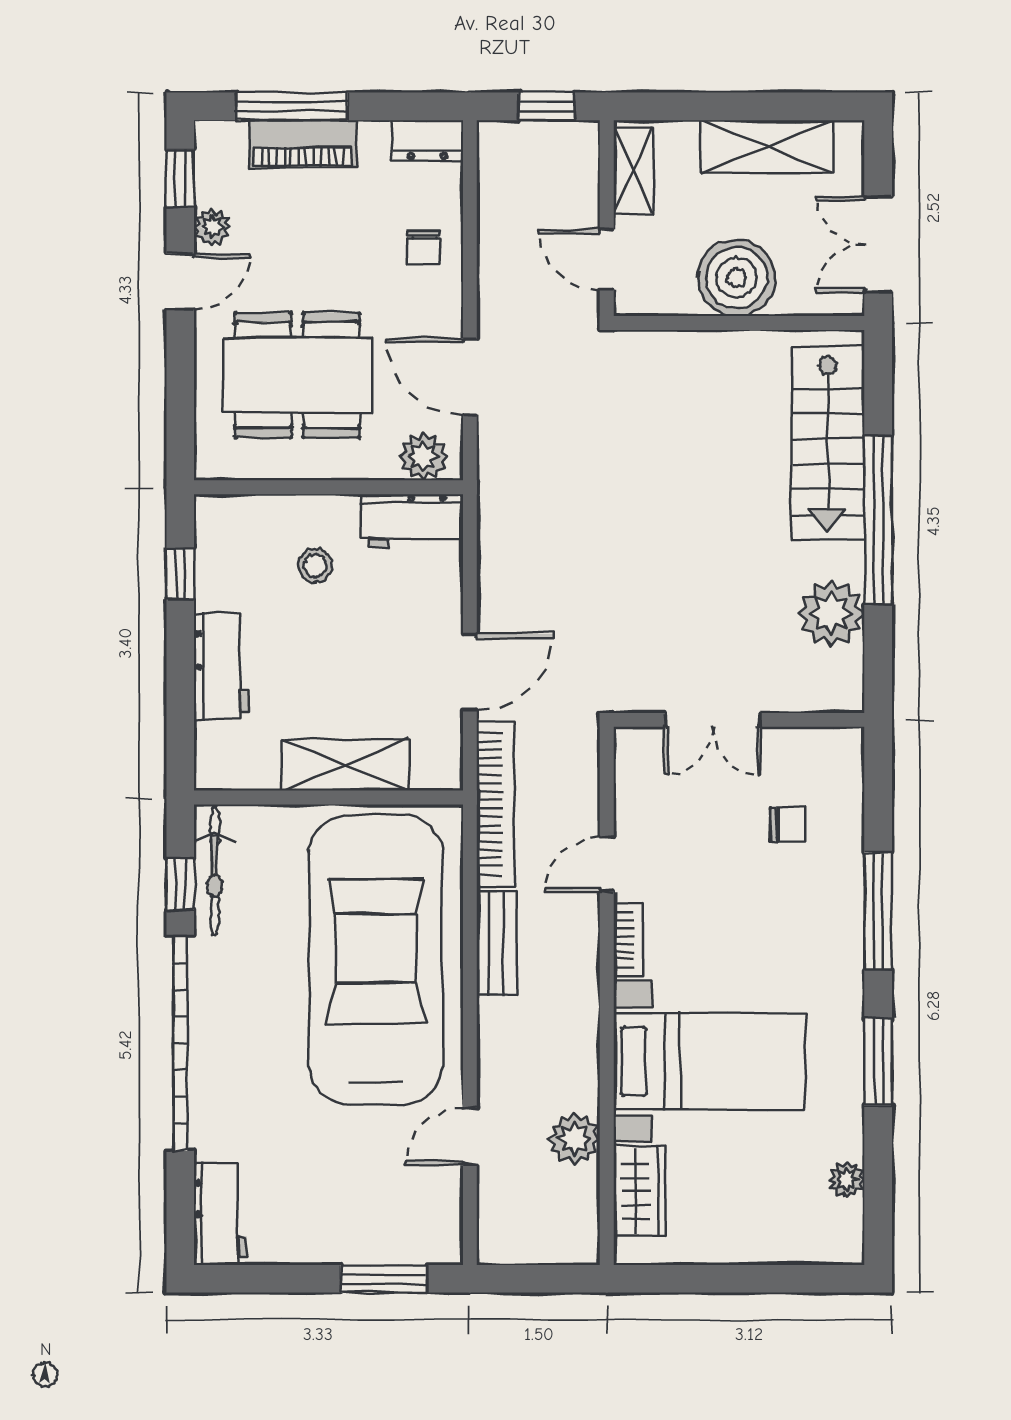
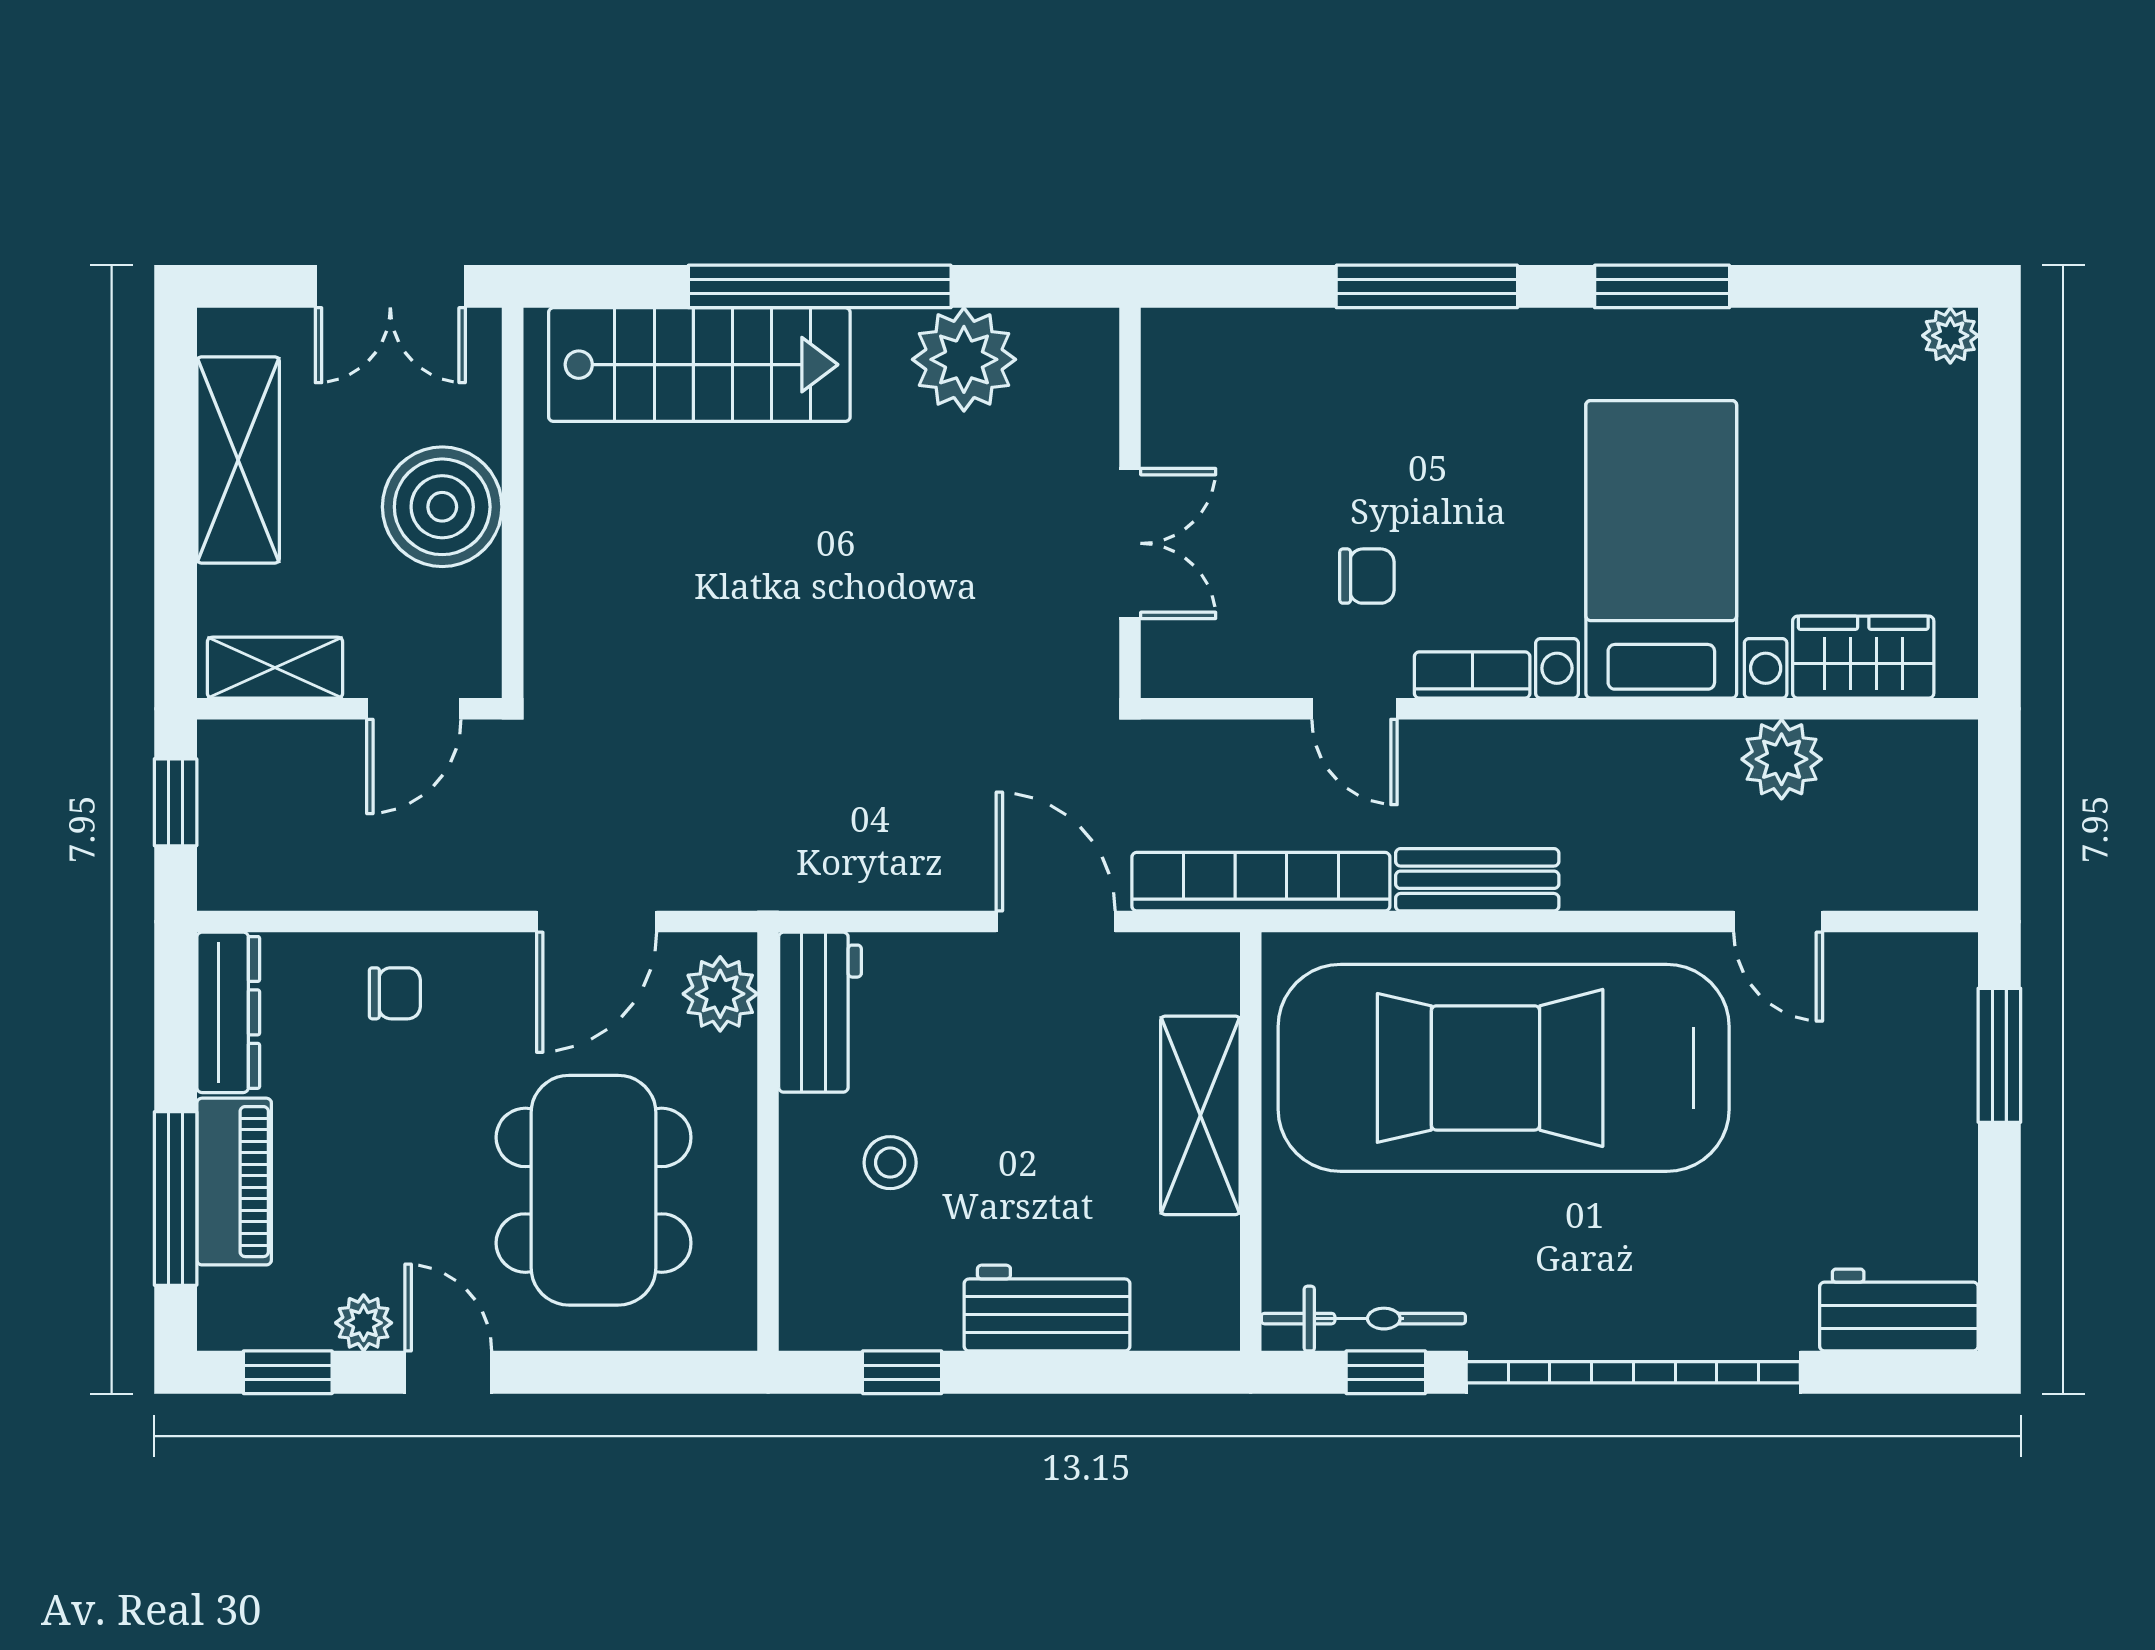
dresser: (427, 140) -> (228, 1012), width x1.44
chair: (788, 825) -> (1367, 576), moved, turned 90
plant: (847, 1179) -> (1950, 336), moved

